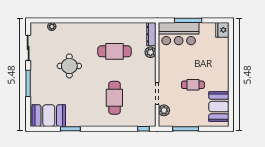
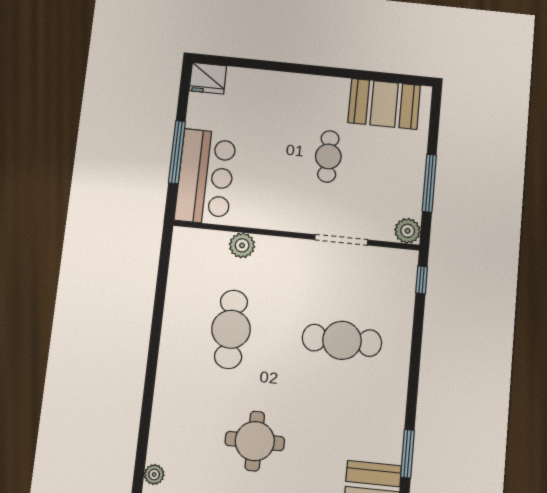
dresser: (151, 34) -> (200, 239), removed
plant: (164, 110) -> (408, 231), moved

